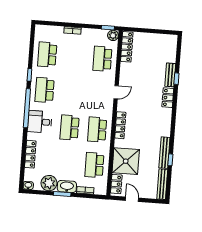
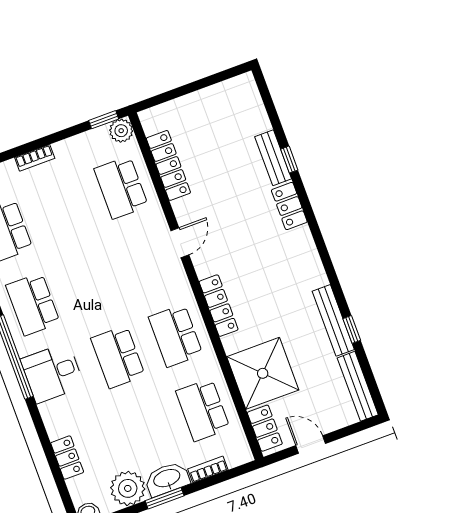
locker: (127, 47) -> (168, 165), moved
locker: (30, 154) -> (67, 458), width x0.66

